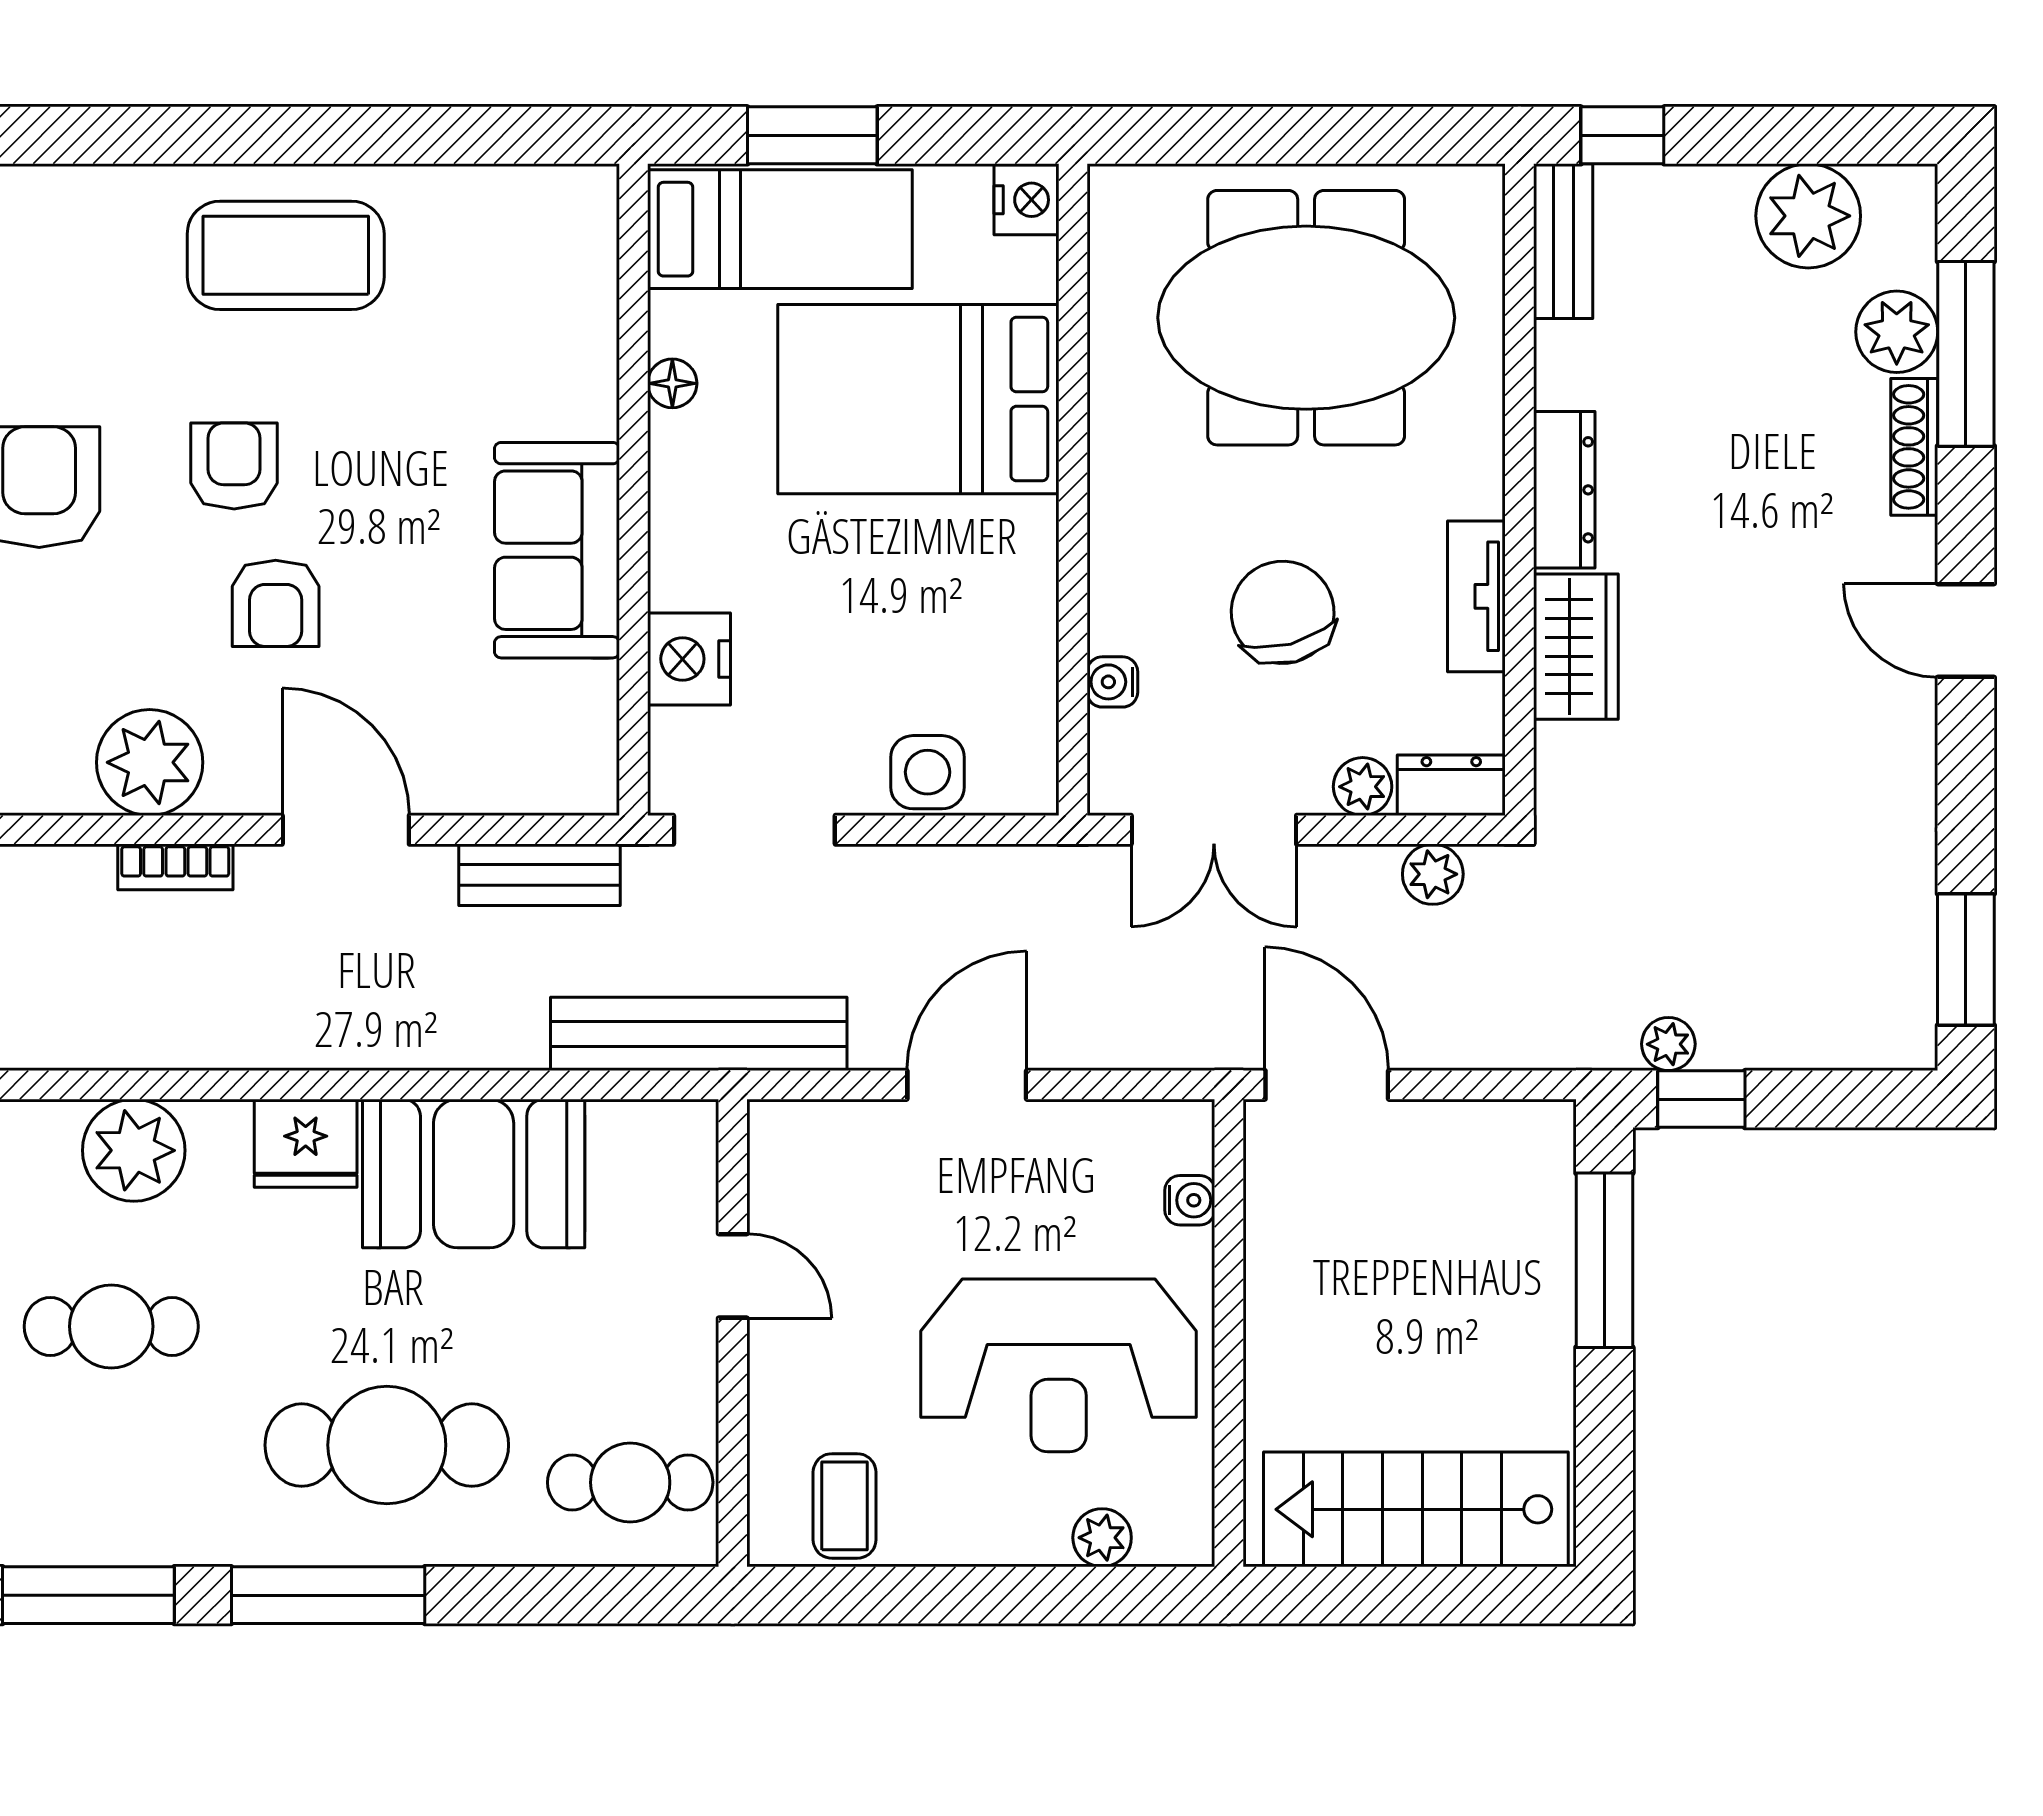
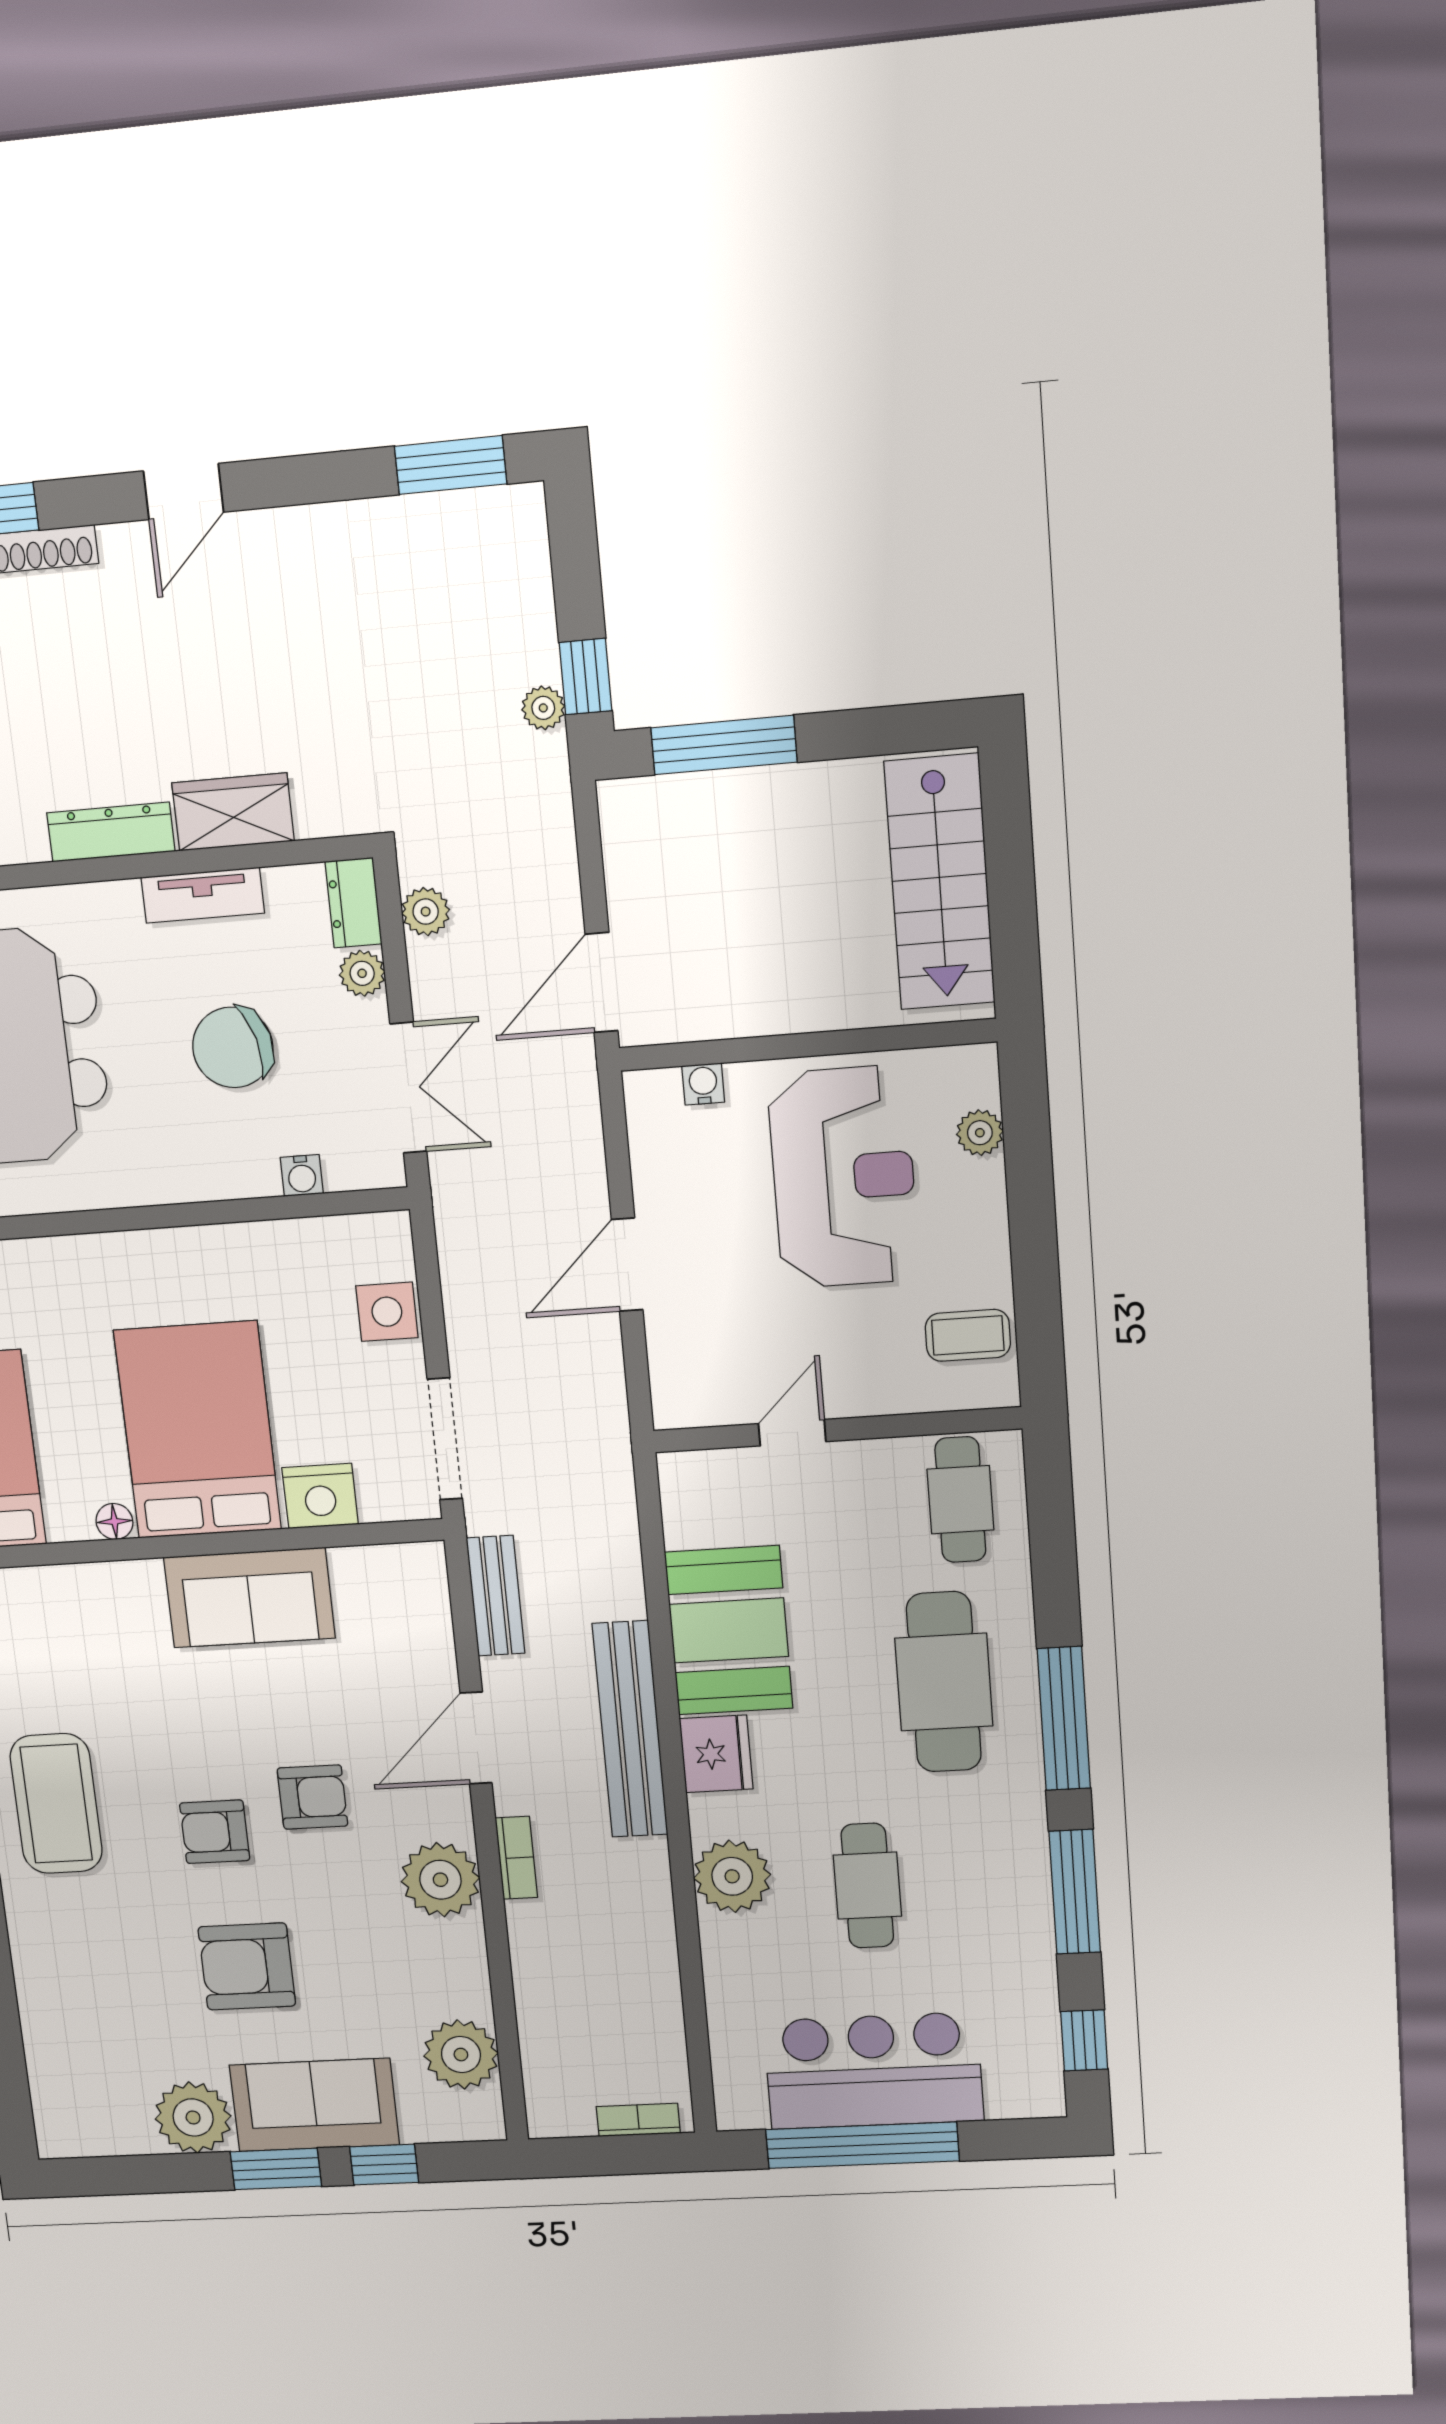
bed: (918, 399) -> (198, 1430), moved, turned 180
bench: (699, 1034) -> (630, 1729), moved
door: (967, 1085) -> (627, 1265), hinge flipped

